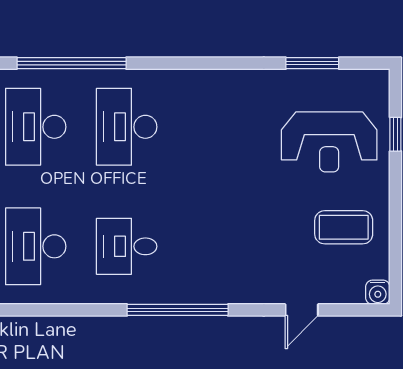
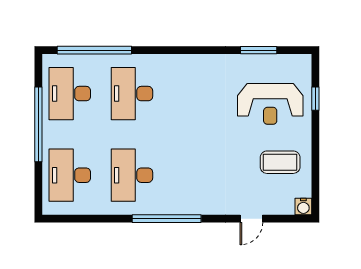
desk: (127, 246) -> (132, 175), width x1.37

